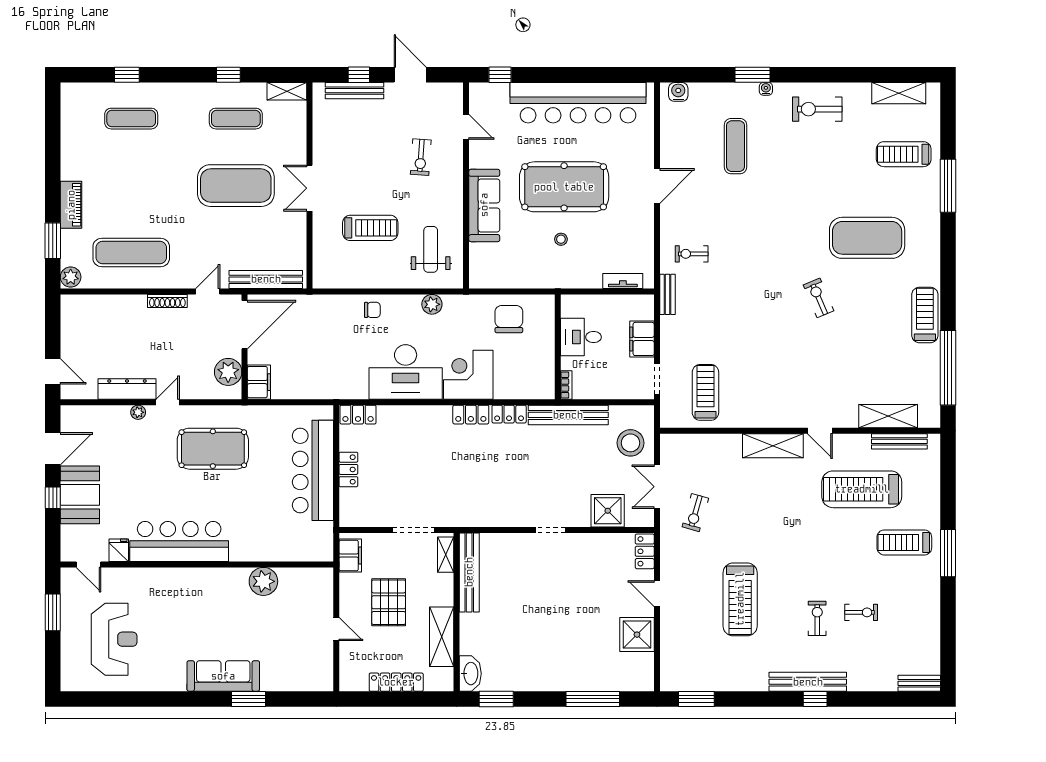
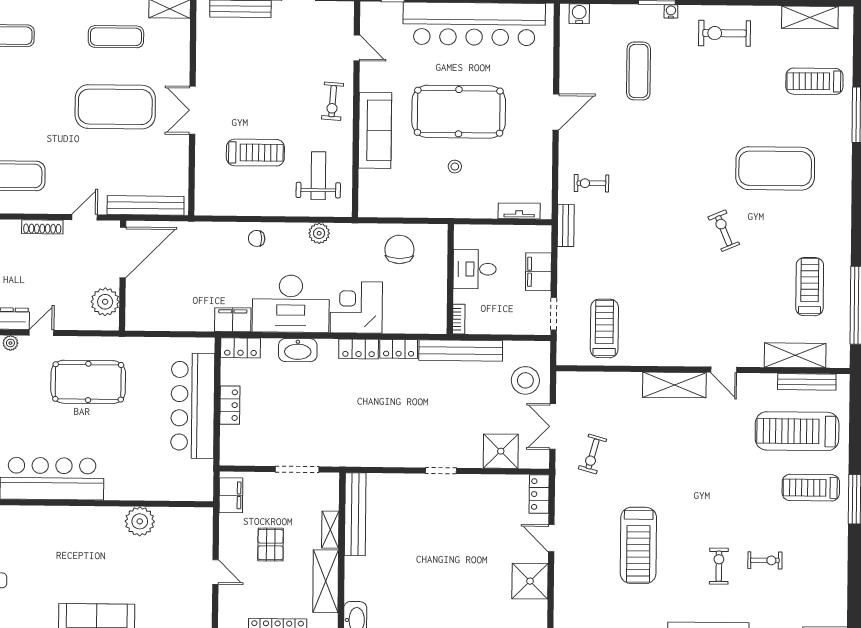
exercise bike: (421, 157) -> (333, 101), moved
chair: (372, 310) -> (257, 238), turned 180
treadmill: (925, 315) -> (810, 287), moved
filing cabinet: (259, 382) -> (233, 320), moved, turned -90
washbasin: (413, 416) -> (298, 350), added
treadmill: (862, 489) -> (797, 431), moved
shelving: (446, 555) -> (330, 530), moved
pallet: (389, 602) -> (271, 545), width x0.67, depth x0.71

